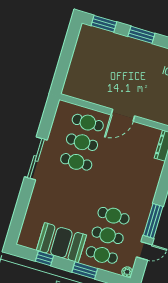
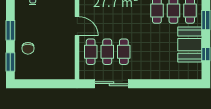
chair: (114, 49) -> (28, 48), added
sliding door: (36, 158) -> (111, 84), moved

